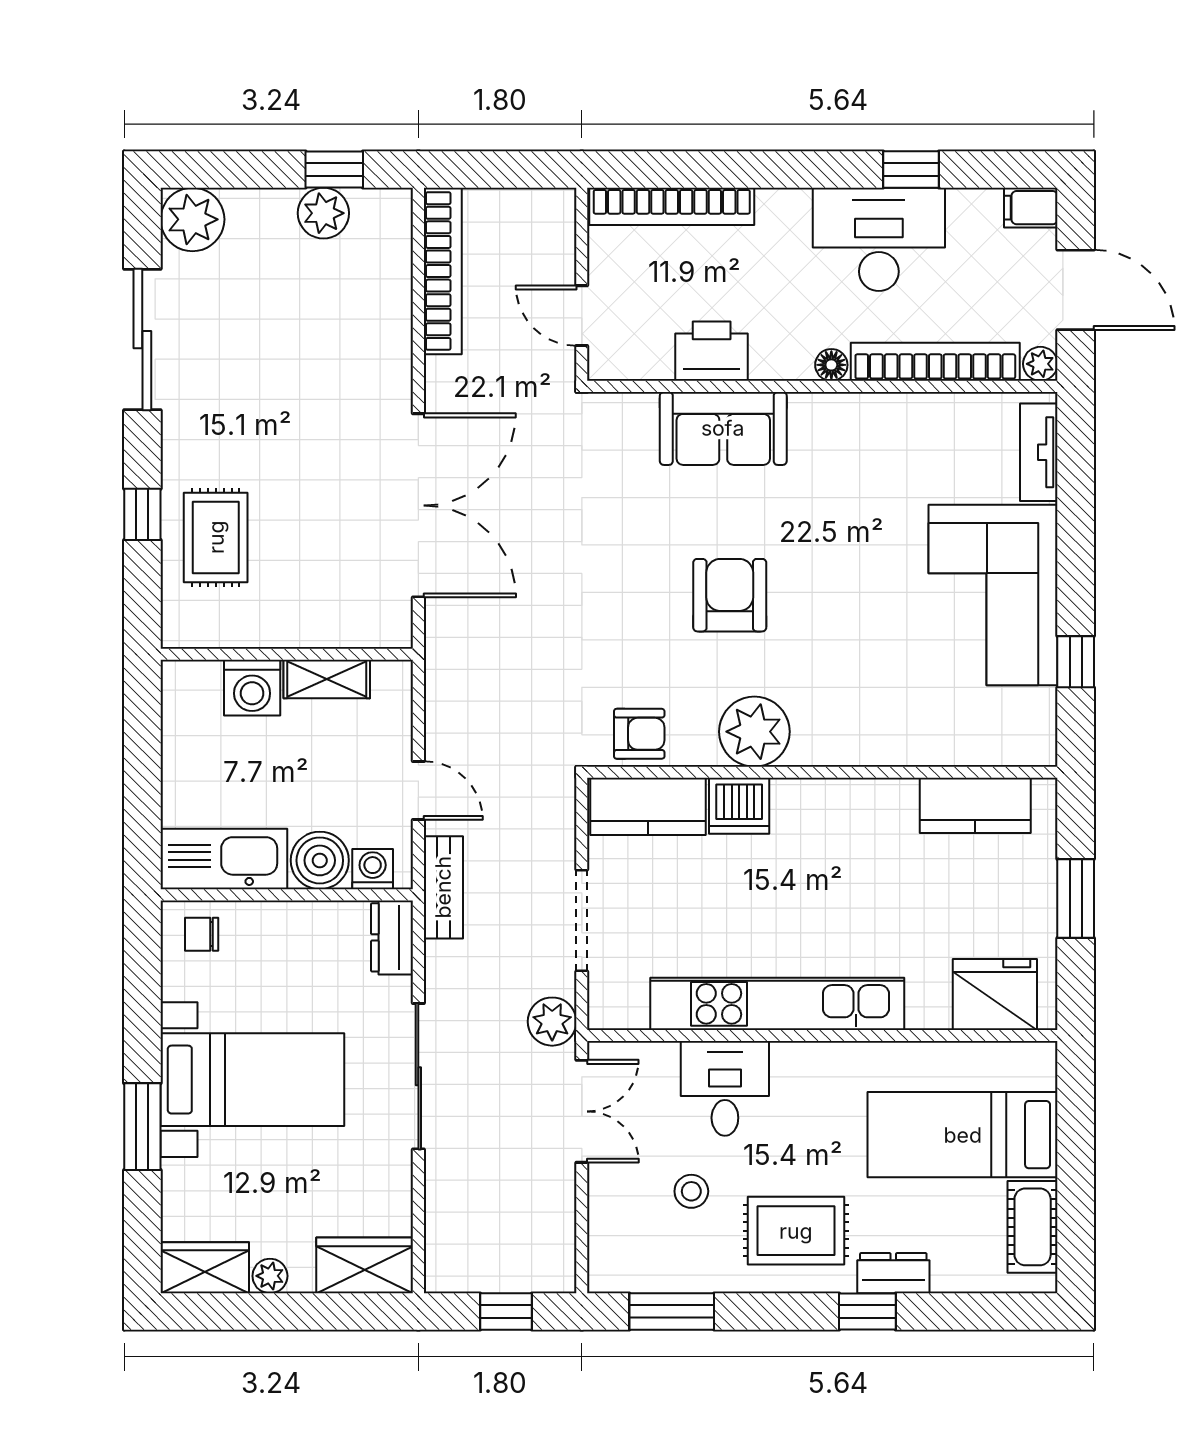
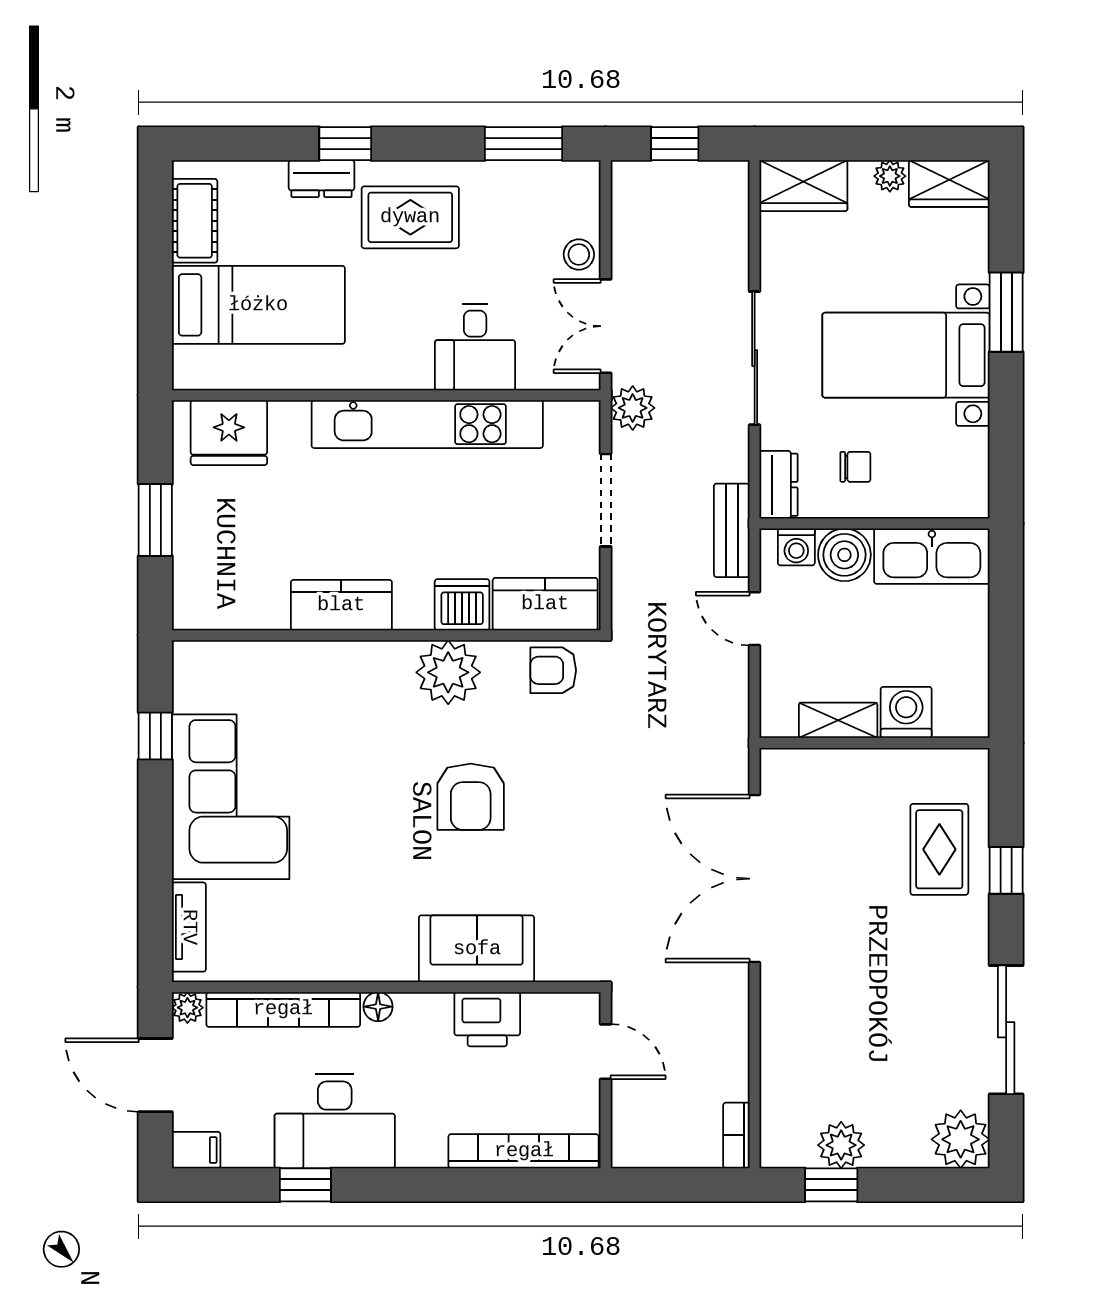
bookcase: (443, 271) -> (736, 1135), width x0.43, depth x0.76
kitchen counter: (975, 805) -> (341, 605), moved
chair: (202, 934) -> (855, 467), moved
stool: (691, 1191) -> (579, 254), moved

